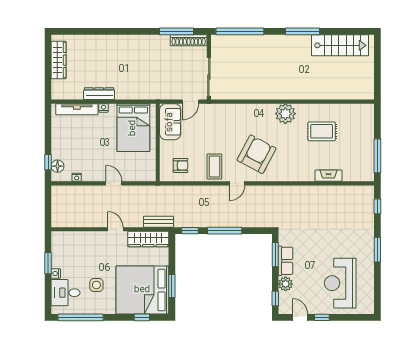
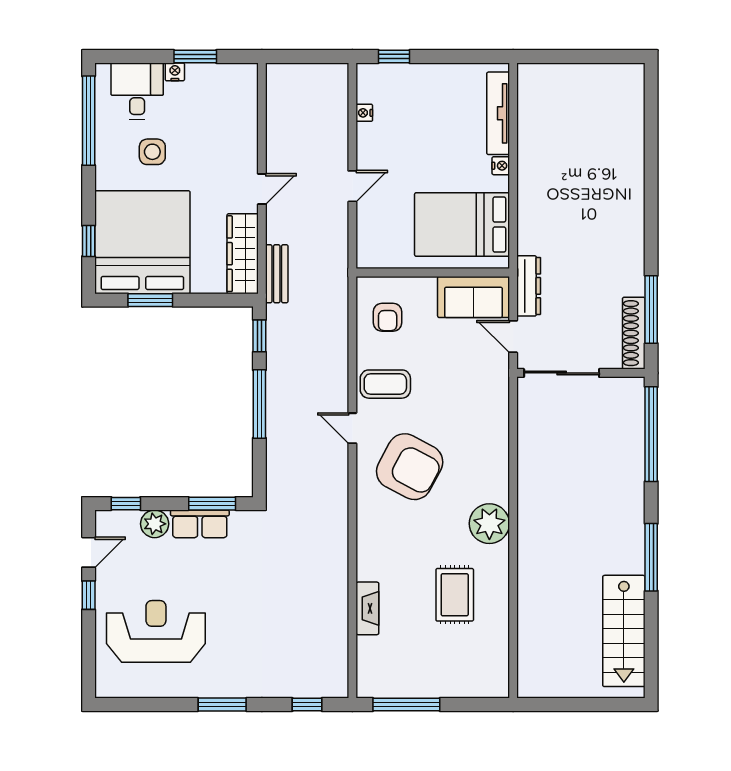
wardrobe: (59, 60) -> (595, 77), removed
dresser: (99, 94) -> (529, 286), moved
floor lamp: (58, 166) -> (386, 75), removed

